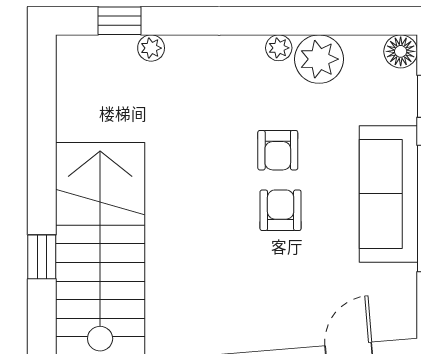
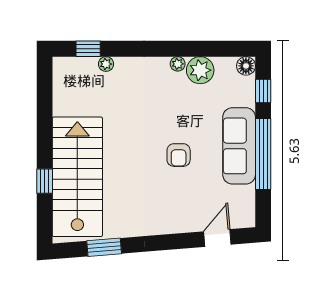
armchair: (278, 150) -> (177, 121), removed
armchair: (281, 210) -> (179, 155), turned 180

